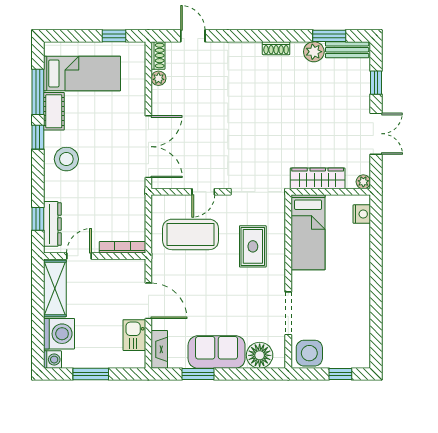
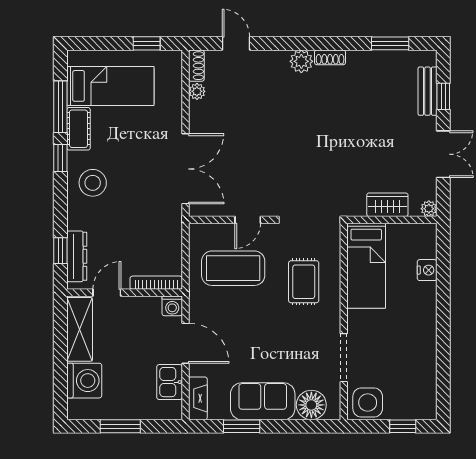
bench: (347, 50) -> (427, 91), moved, turned 90
plant: (314, 52) -> (301, 61), moved
wardrobe: (318, 178) -> (387, 205), width x0.67
nightstand: (362, 214) -> (427, 270), moved
washing machine: (52, 360) -> (172, 306), moved, turned 90

